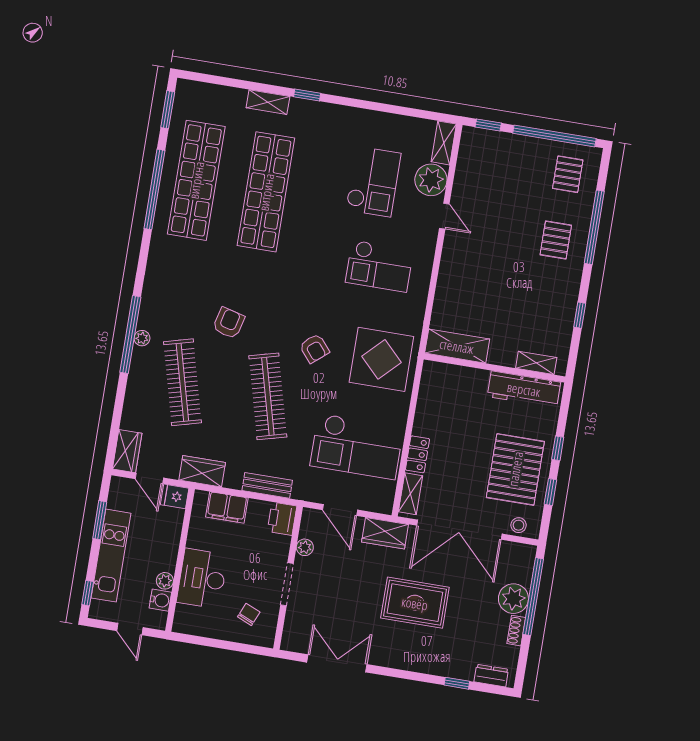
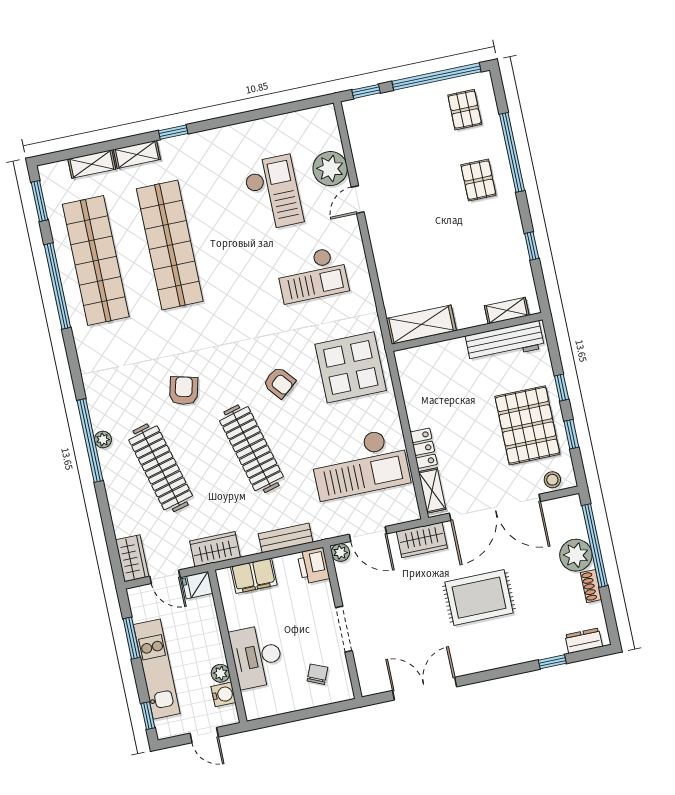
shelving: (444, 143) -> (92, 164), moved, turned 90
door: (444, 216) -> (358, 200), swing flipped
plant: (305, 547) -> (340, 552), moved

